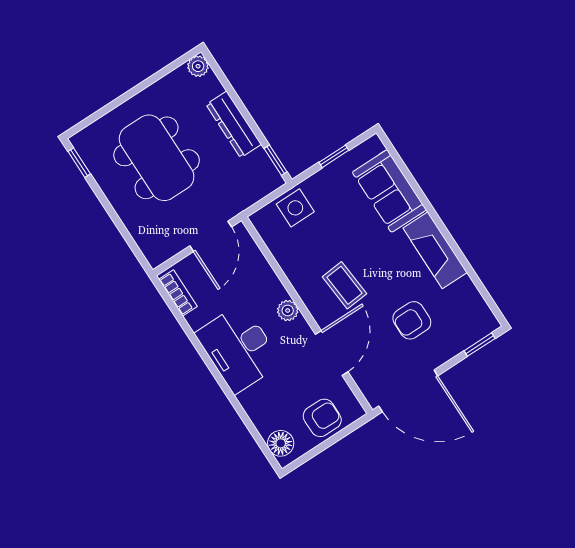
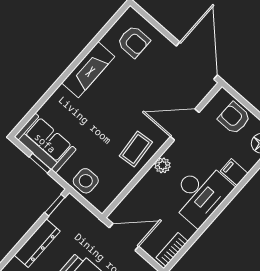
sofa: (389, 191) -> (45, 143), moved, turned -90
coffee table: (344, 285) -> (136, 149), moved
armchair: (412, 320) -> (134, 42), moved
window: (480, 345) -> (148, 18), removed
filing cabinet: (254, 399) -> (234, 172), added

